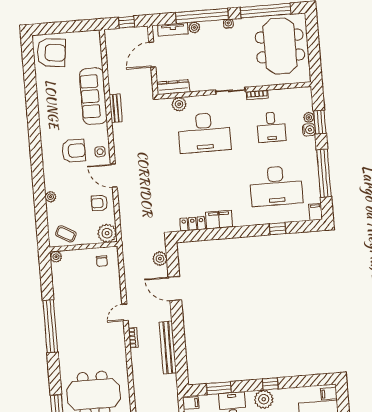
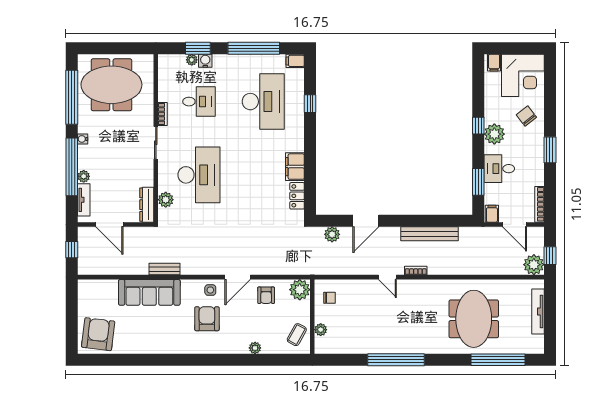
plant: (56, 257) -> (321, 330), moved

